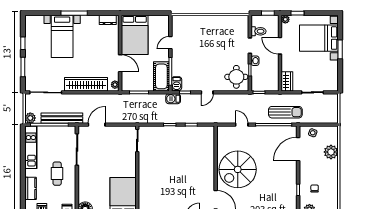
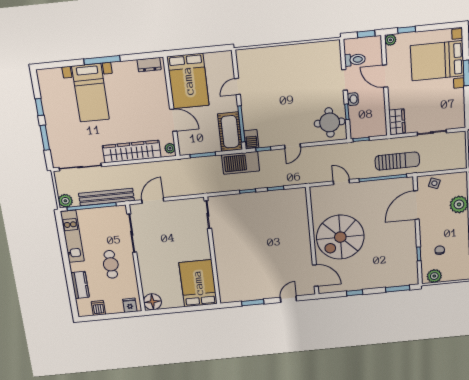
barbecue: (173, 99) -> (241, 163), width x1.88, depth x1.53

